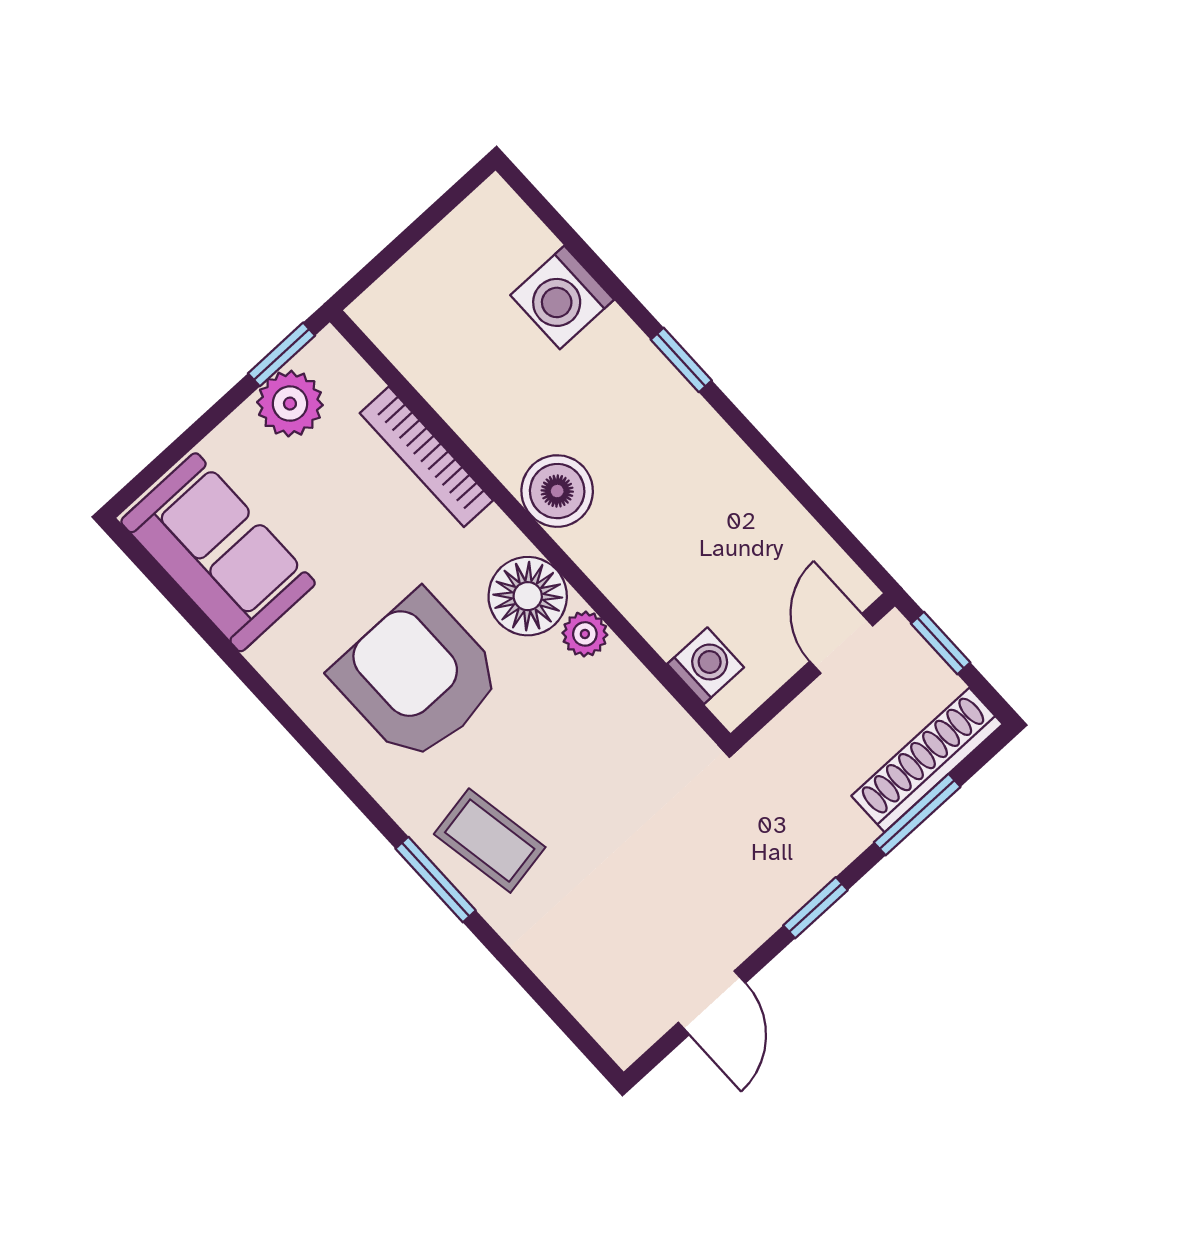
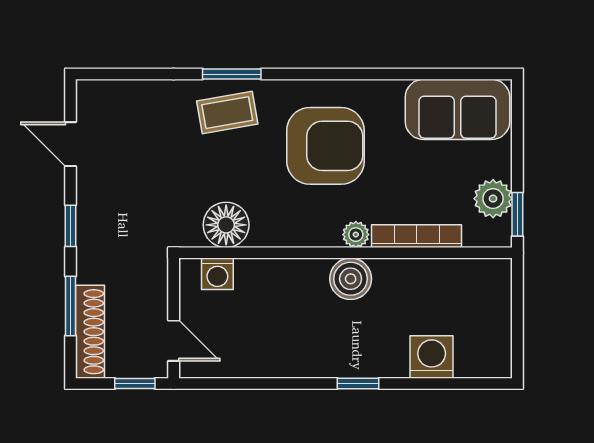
floor lamp: (528, 596) -> (226, 225), moved
plant: (585, 634) -> (356, 235), moved

